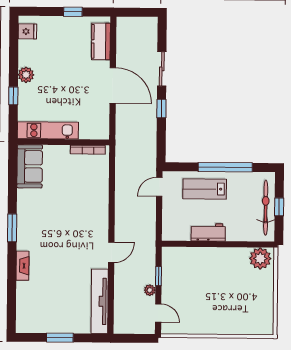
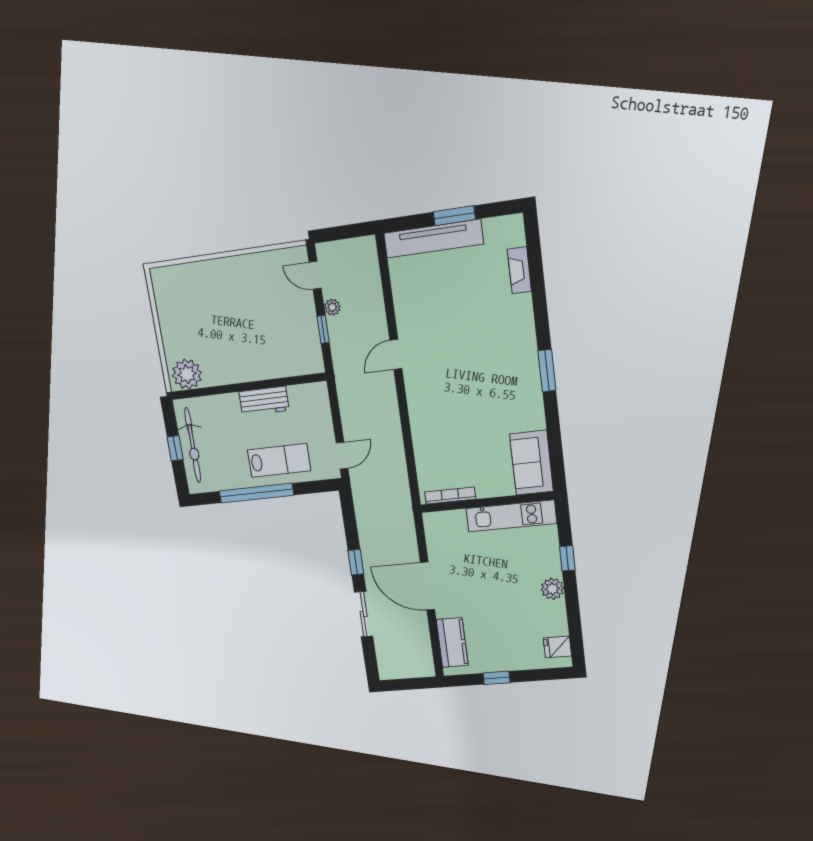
fireplace: (23, 266) -> (519, 270), moved
tv unit: (100, 301) -> (433, 239), moved, turned 90

